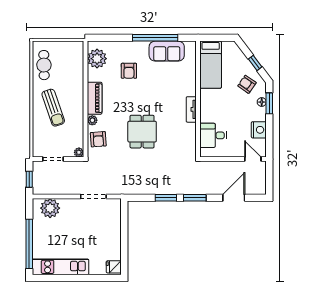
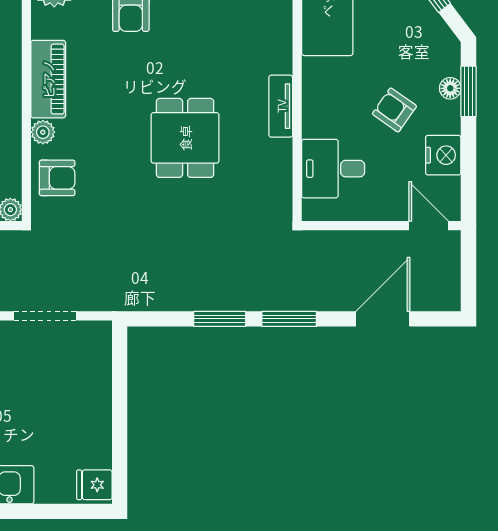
armchair: (247, 84) -> (394, 110), moved
dining table: (142, 132) -> (185, 138), moved
armchair: (98, 139) -> (57, 178), turned -86

